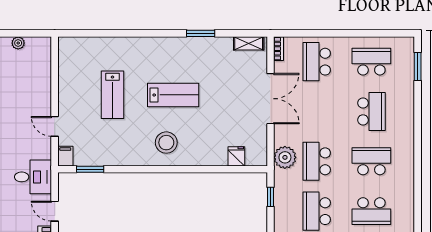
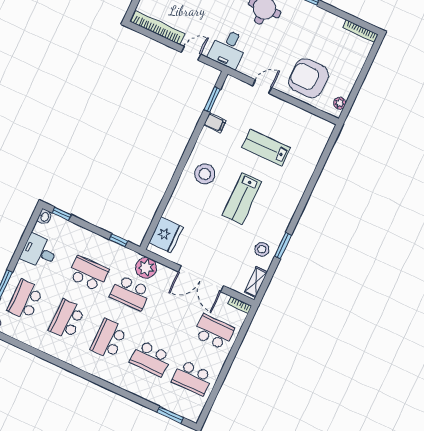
plant: (18, 43) -> (340, 103), moved
stool: (214, 52) -> (262, 249), added
school desk: (371, 62) -> (192, 378), turned 90
armchair: (25, 85) -> (309, 78), added
filing cabinet: (65, 156) -> (215, 123), moved
fridge: (236, 156) -> (166, 235), width x1.88, depth x1.34
school desk: (317, 161) -> (130, 293), turned 180
school desk: (371, 161) -> (109, 339), turned 180

